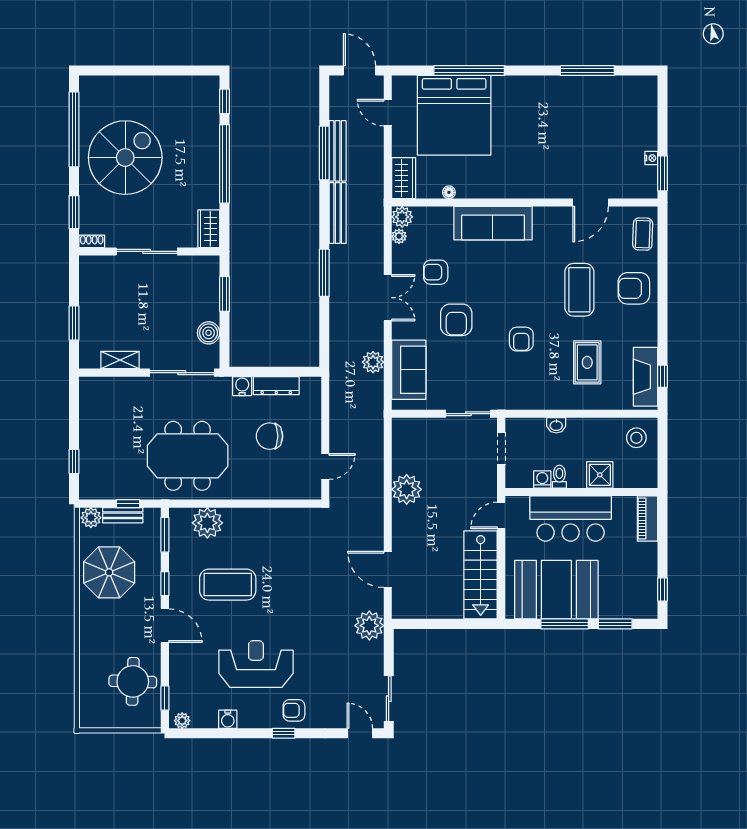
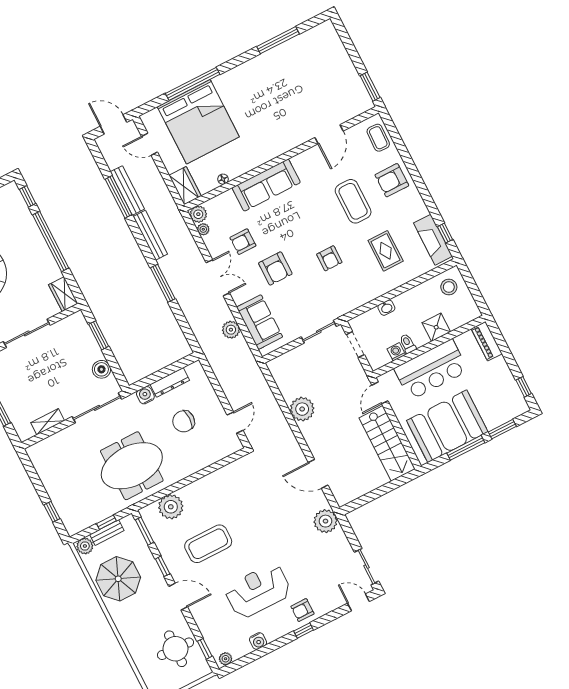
nightstand: (651, 158) -> (356, 80), removed

